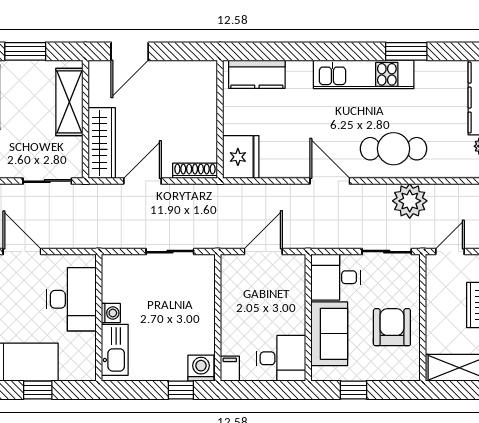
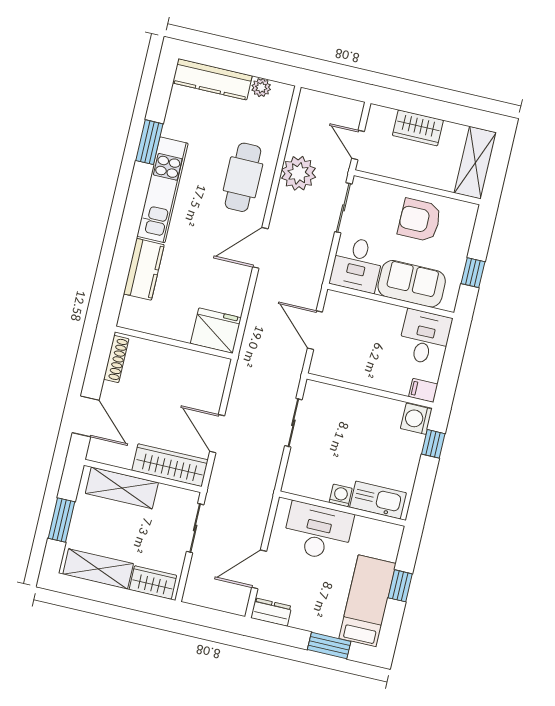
kitchen counter: (257, 74) -> (144, 269), moved
shoe rack: (195, 171) -> (116, 359), moved, turned 180

